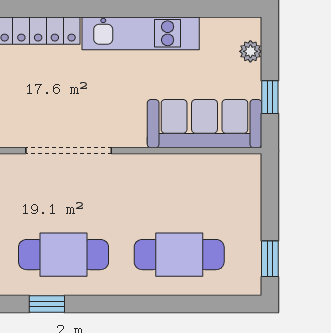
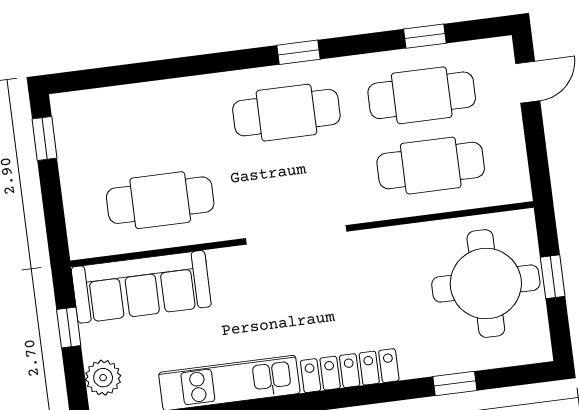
plant: (250, 51) -> (103, 378), width x1.38, depth x1.38
cafe table: (179, 255) -> (160, 200), moved

